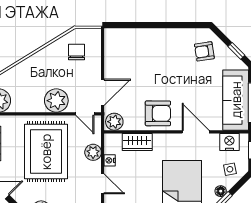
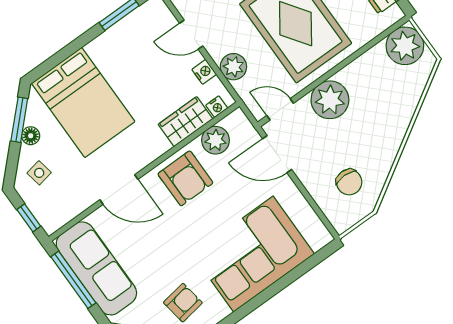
corner sofa: (151, 50) -> (253, 254), added
door: (103, 92) -> (277, 154), hinge flipped
armchair: (158, 113) -> (185, 178), turned -90
plant: (114, 122) -> (215, 140), moved
nightstand: (229, 142) -> (217, 107), moved, width x0.53, depth x0.56

